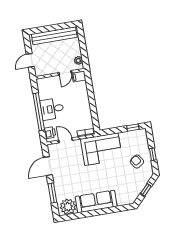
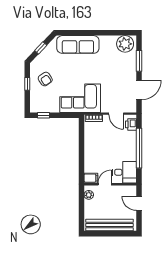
door: (30, 60) -> (139, 203), swing flipped
desk: (52, 109) -> (125, 172), moved
sofa: (96, 201) -> (78, 44), moved

